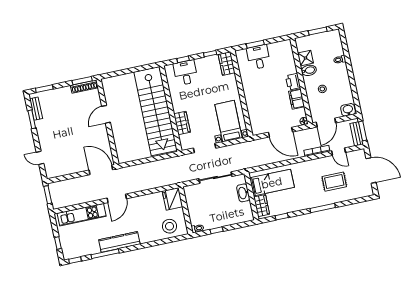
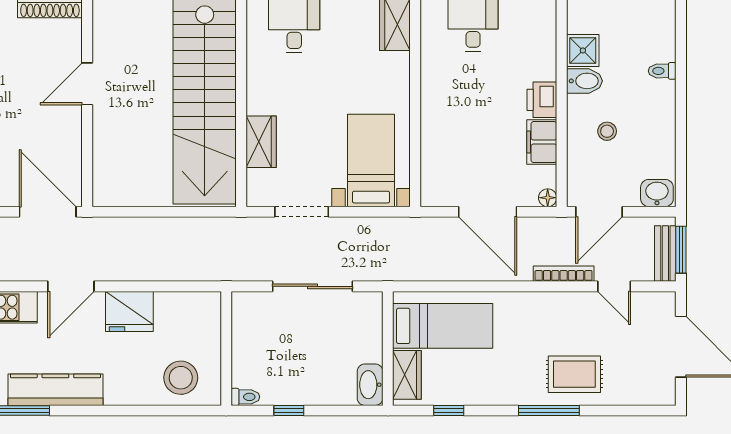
rug: (334, 182) -> (574, 374), moved
washbasin: (243, 193) -> (370, 385), moved
fridge: (172, 199) -> (129, 311), moved, turned -90

